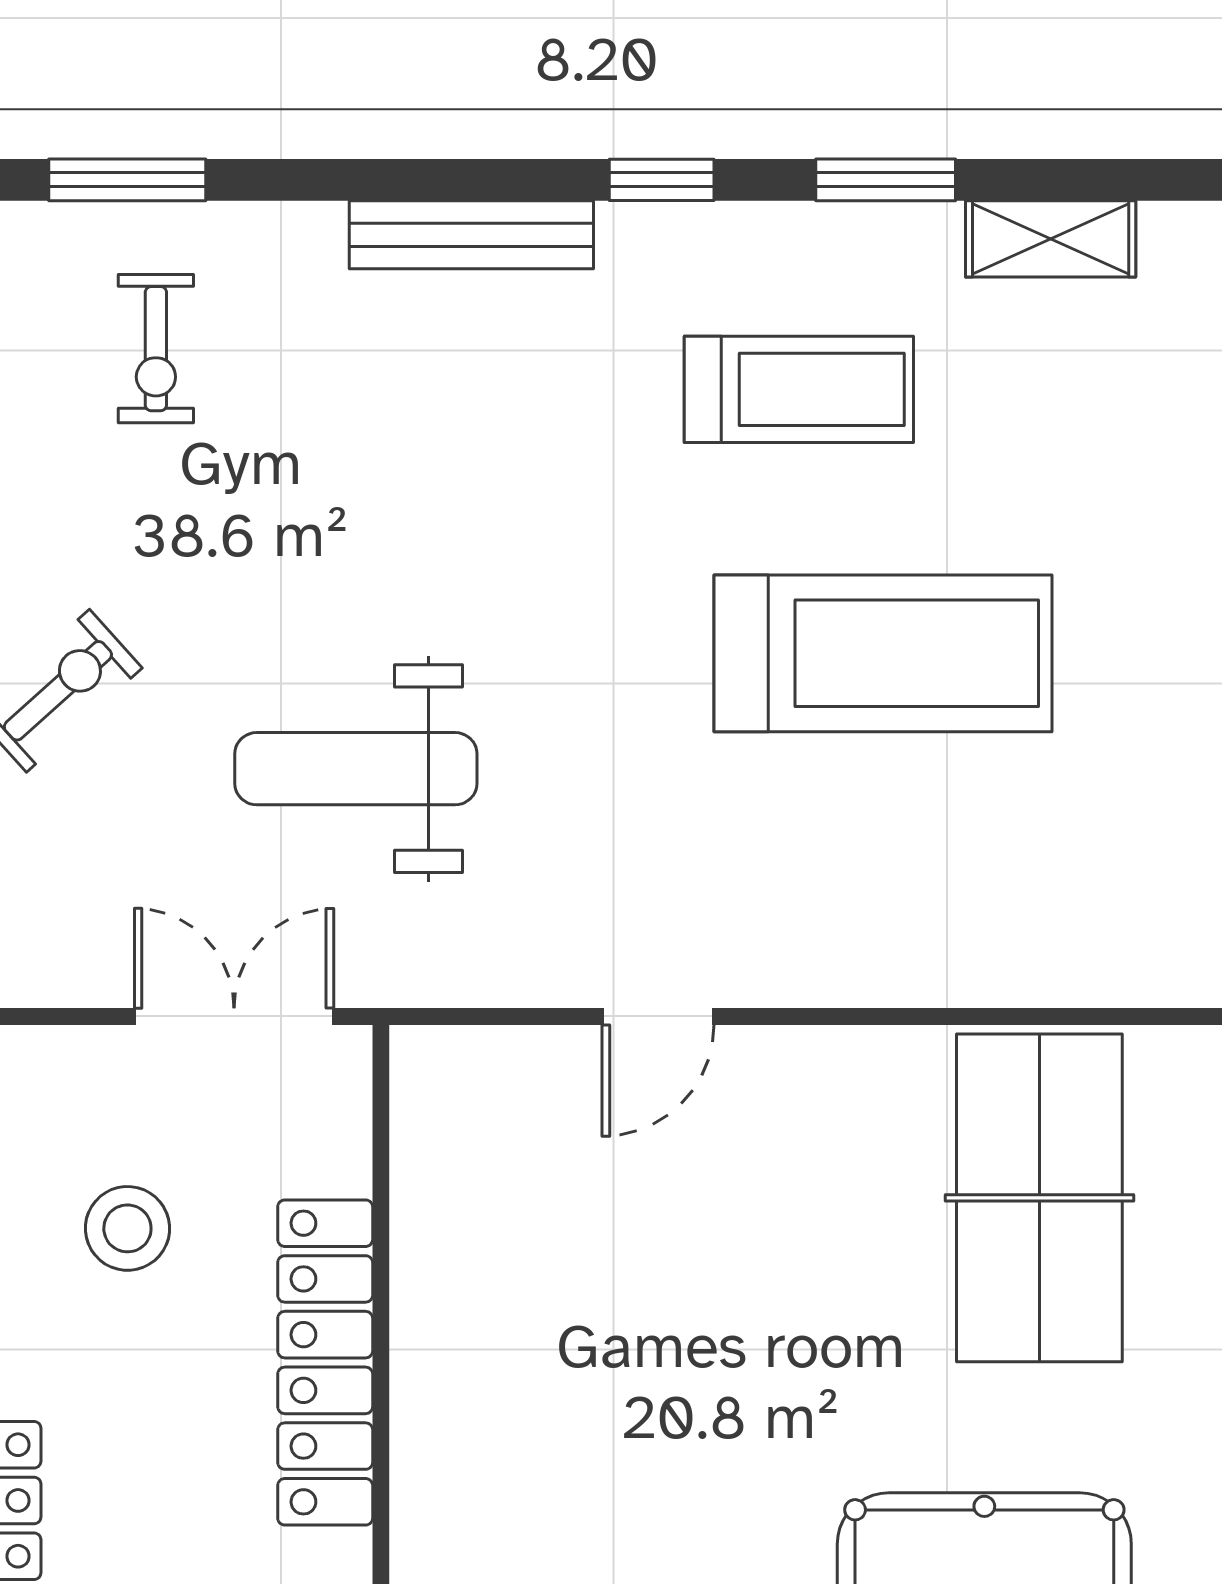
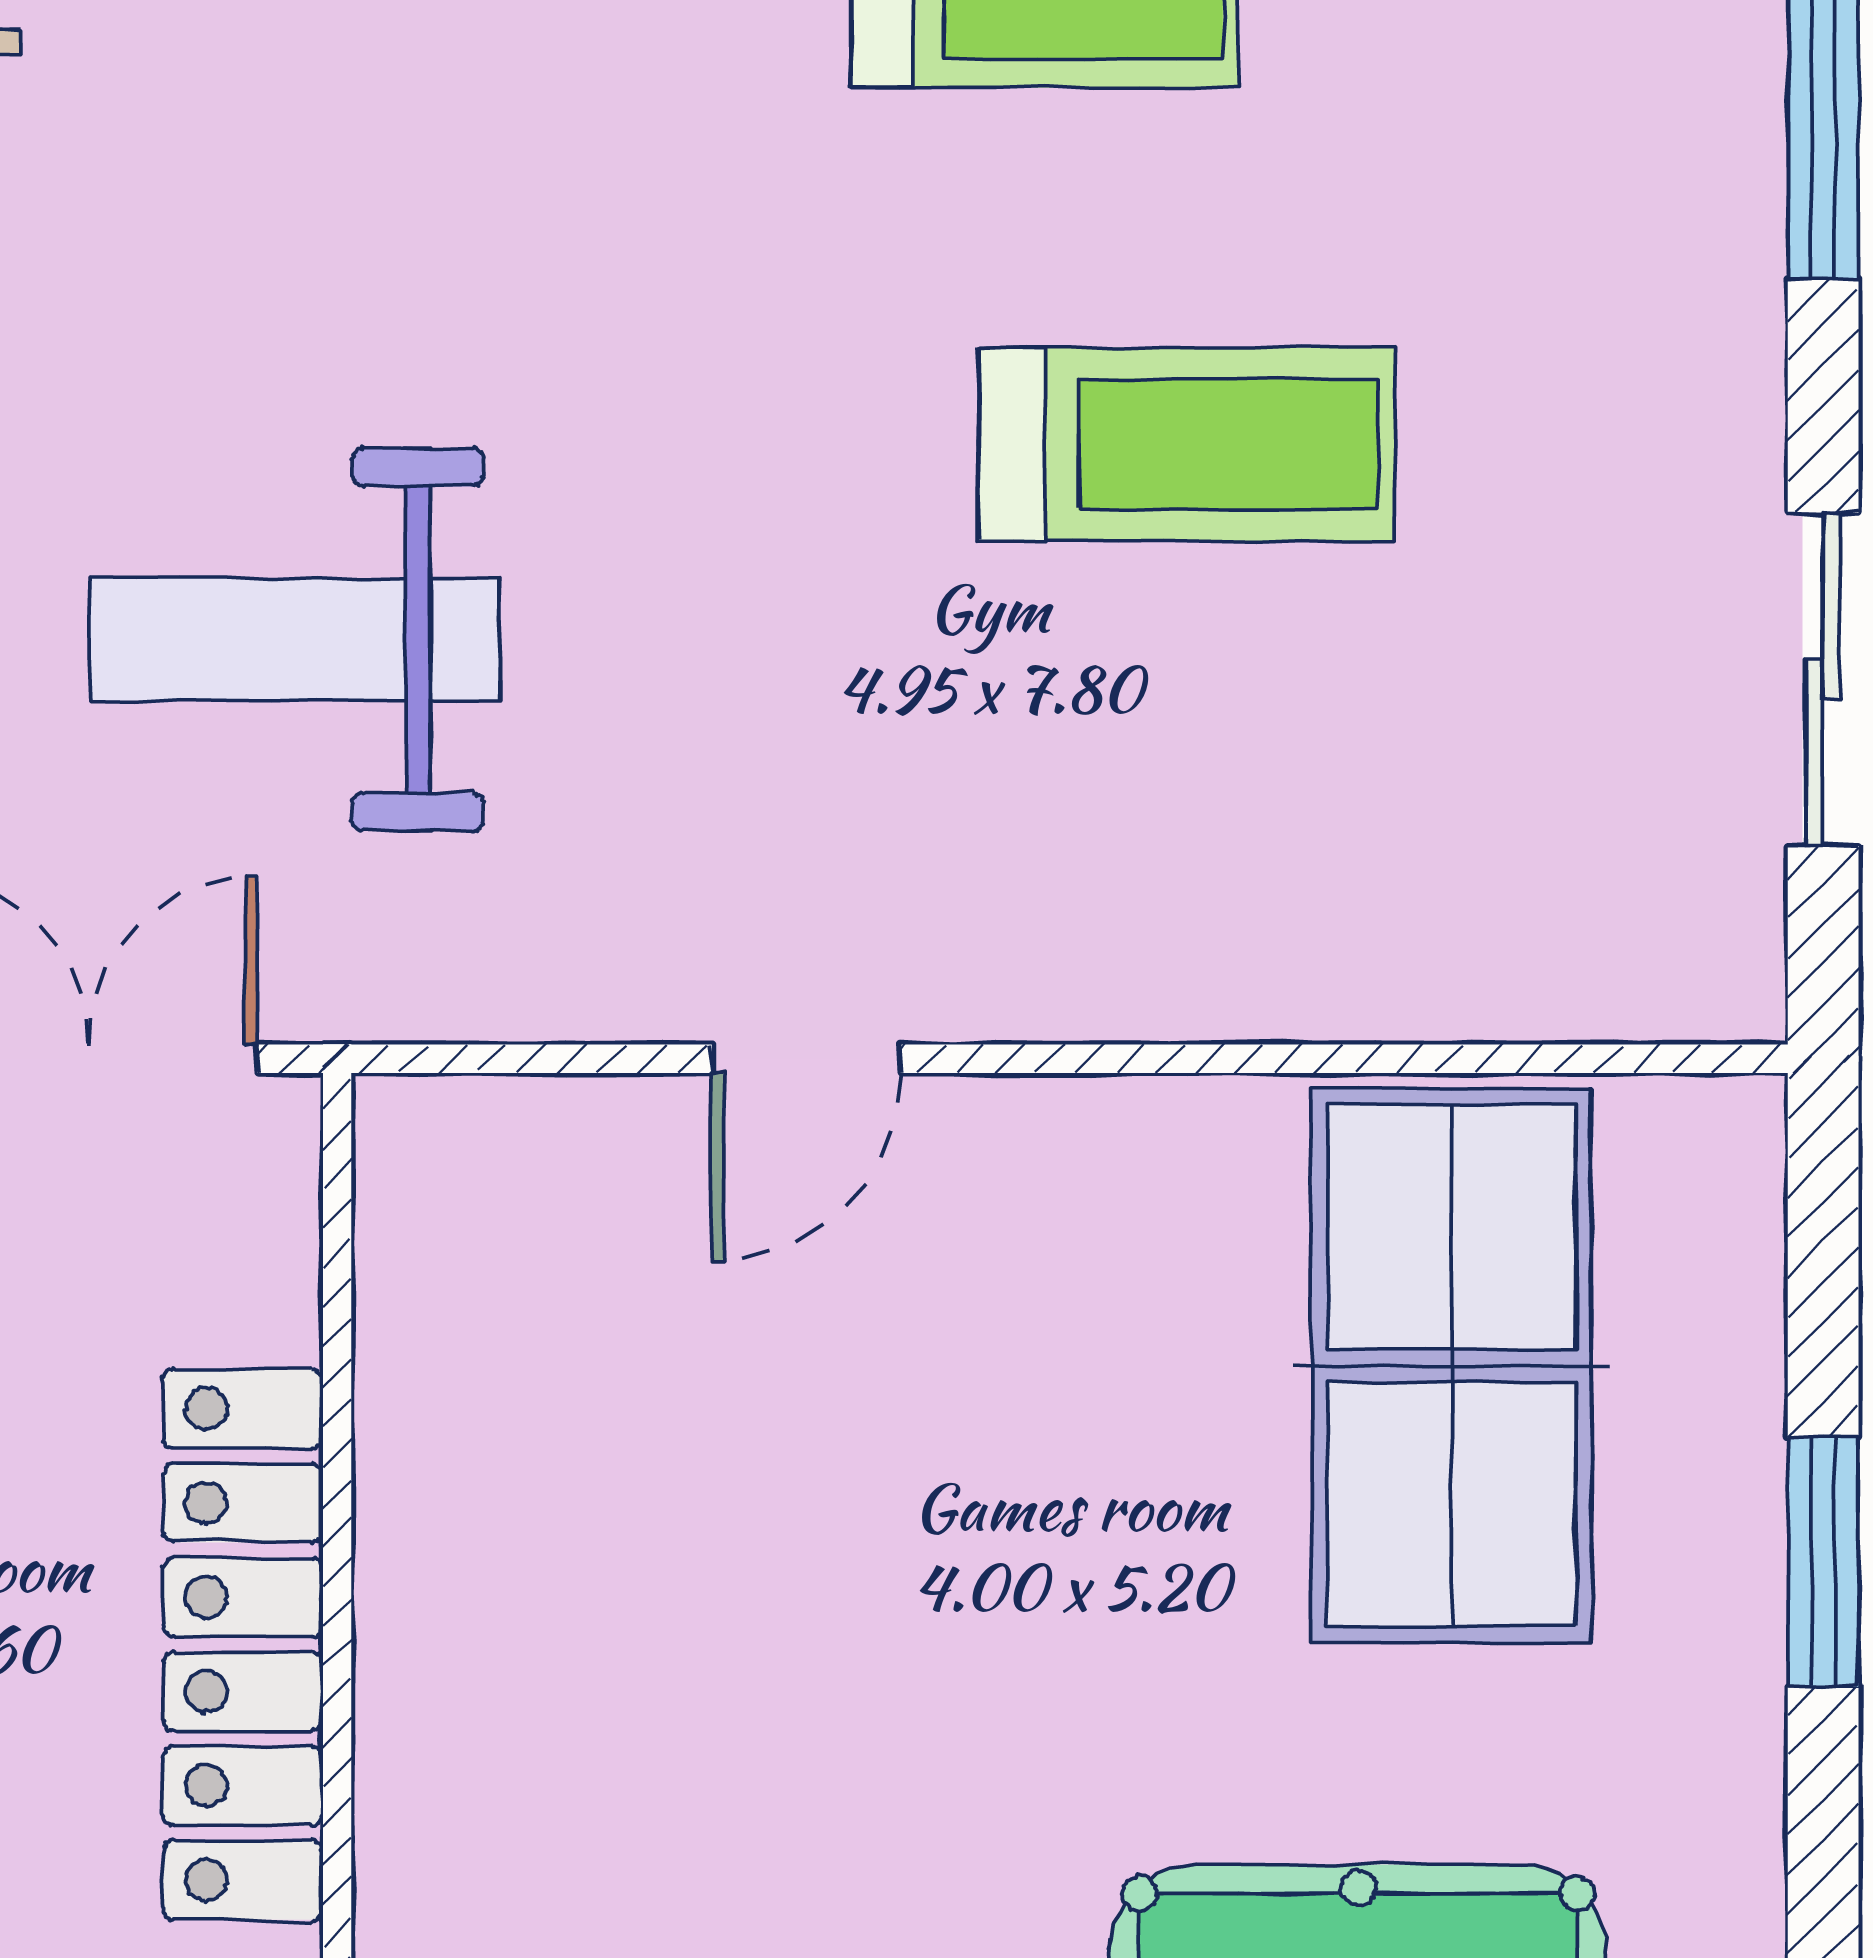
treadmill: (883, 653) -> (1187, 444), width x0.73, depth x0.73

